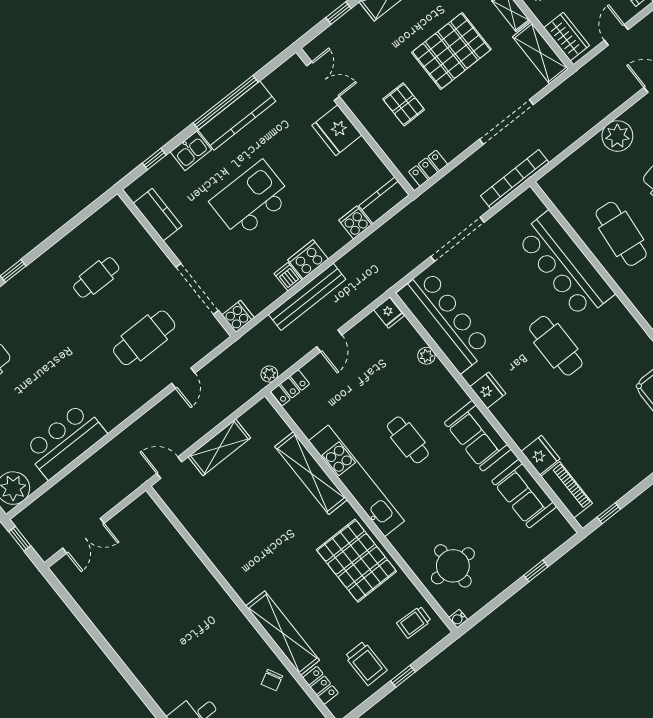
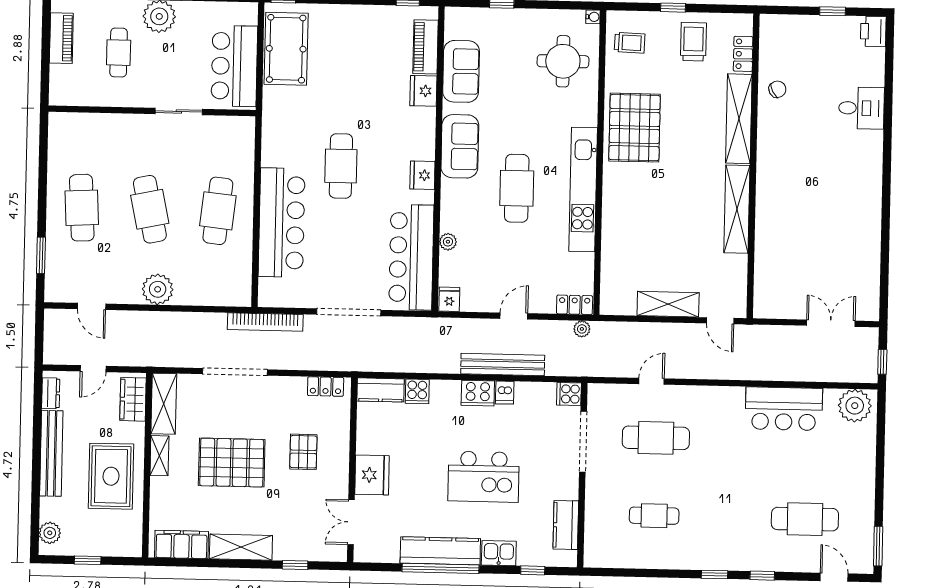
cafe table: (408, 440) -> (517, 188), width x1.37, depth x1.35
shelving: (311, 473) -> (737, 209), moved

